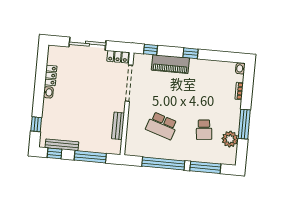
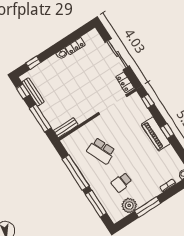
piano: (170, 64) -> (156, 134), moved
bench: (118, 126) -> (66, 128), moved
school desk: (162, 126) -> (101, 151), turned -42

